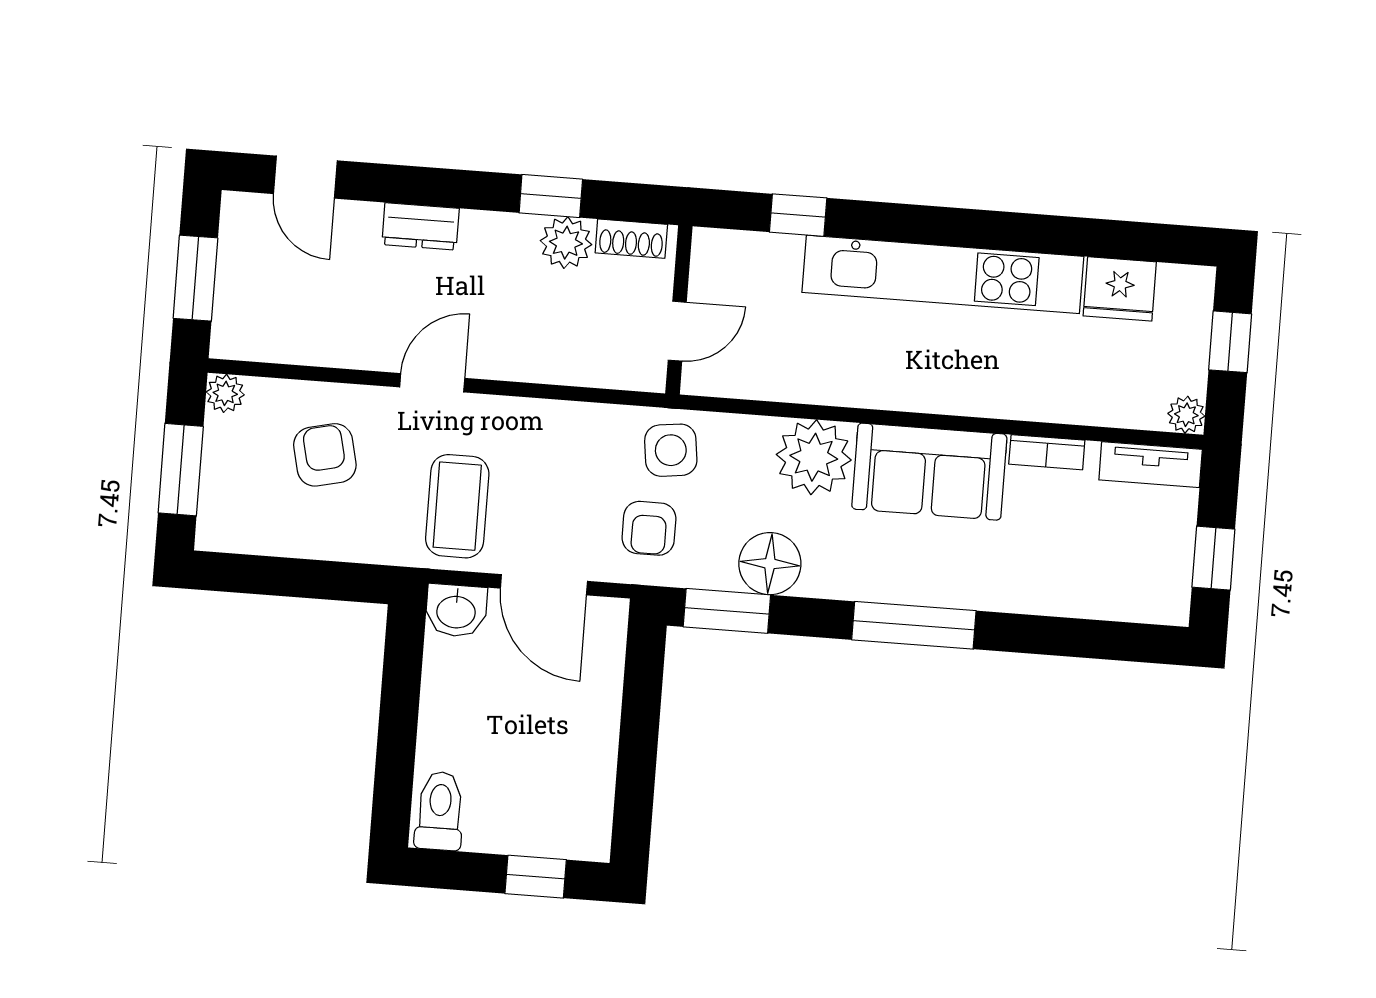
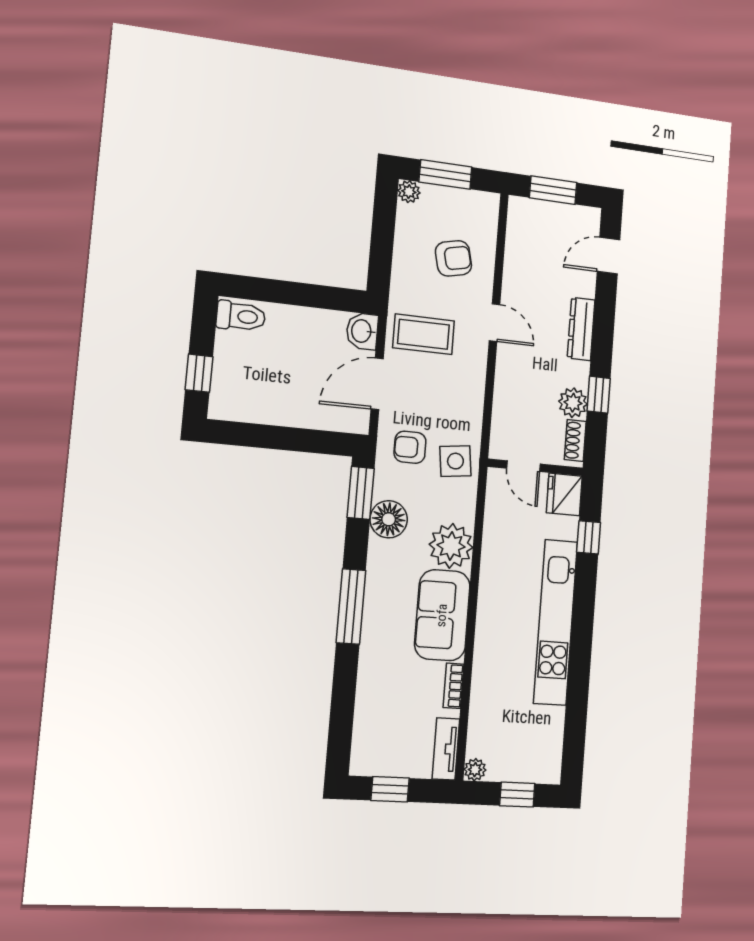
dresser: (421, 226) -> (581, 329), width x1.44
fridge: (1120, 289) -> (564, 494), moved
plant: (225, 393) -> (409, 192), moved

